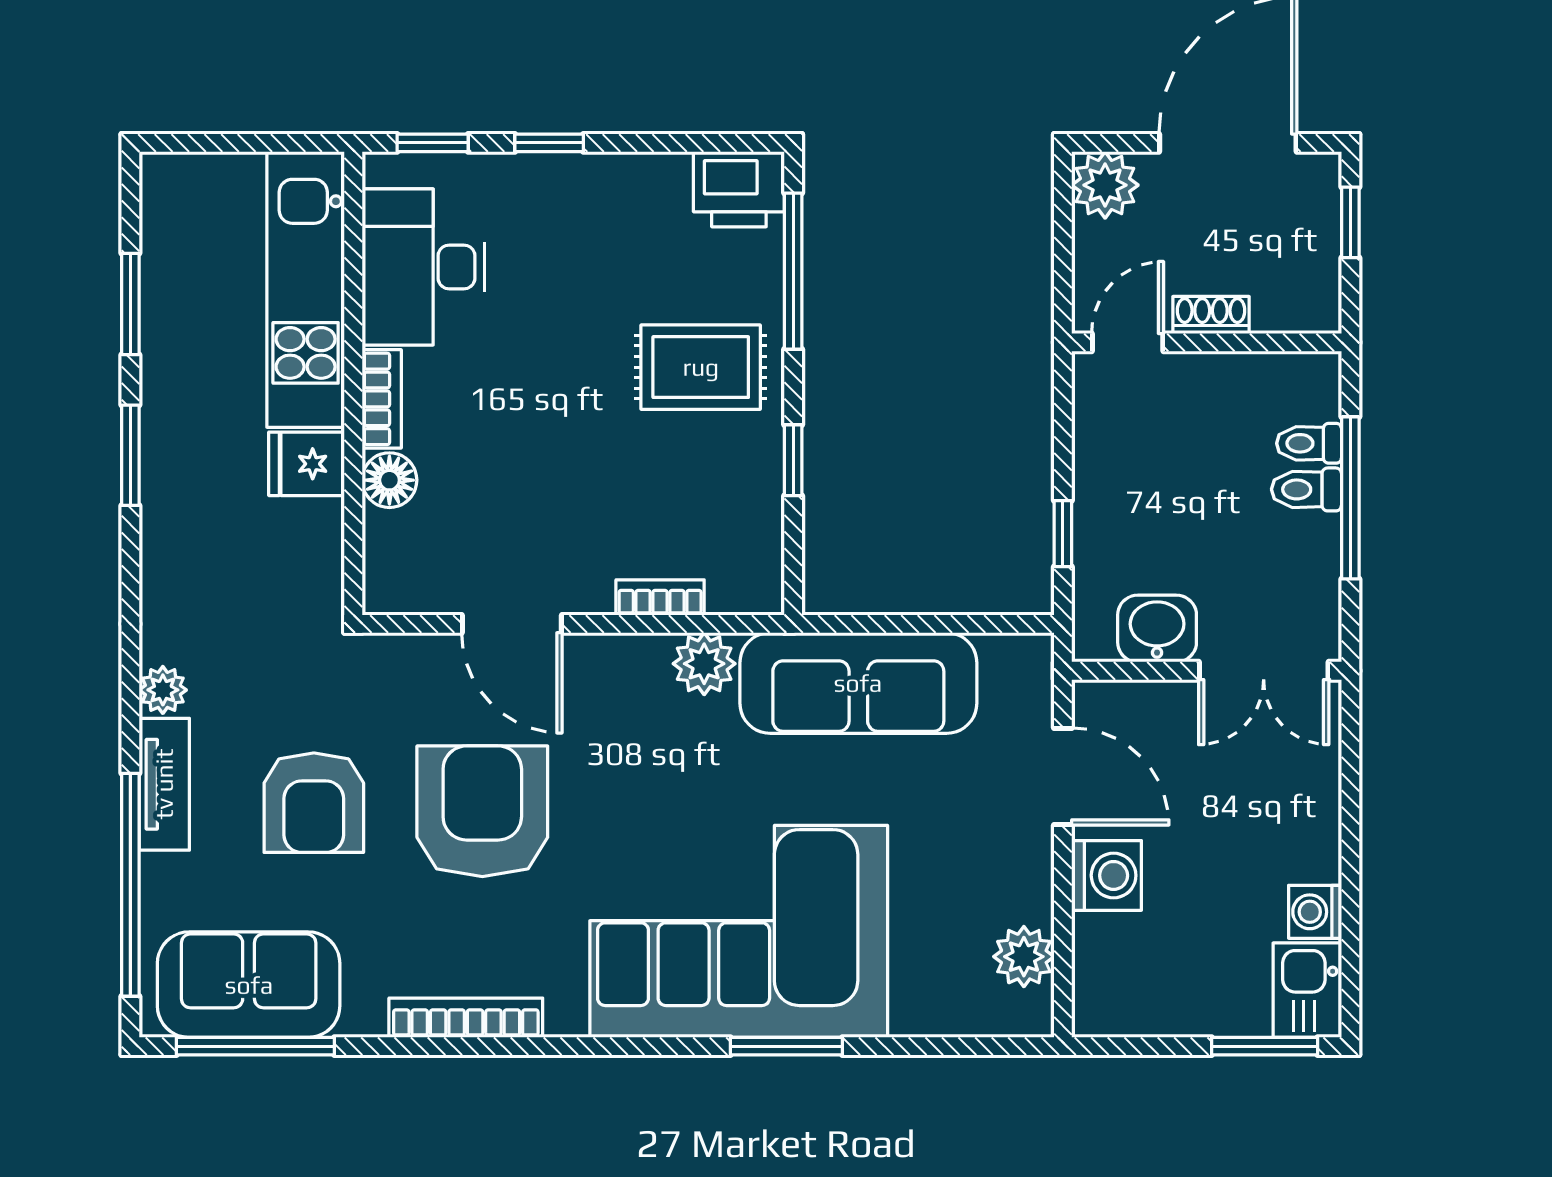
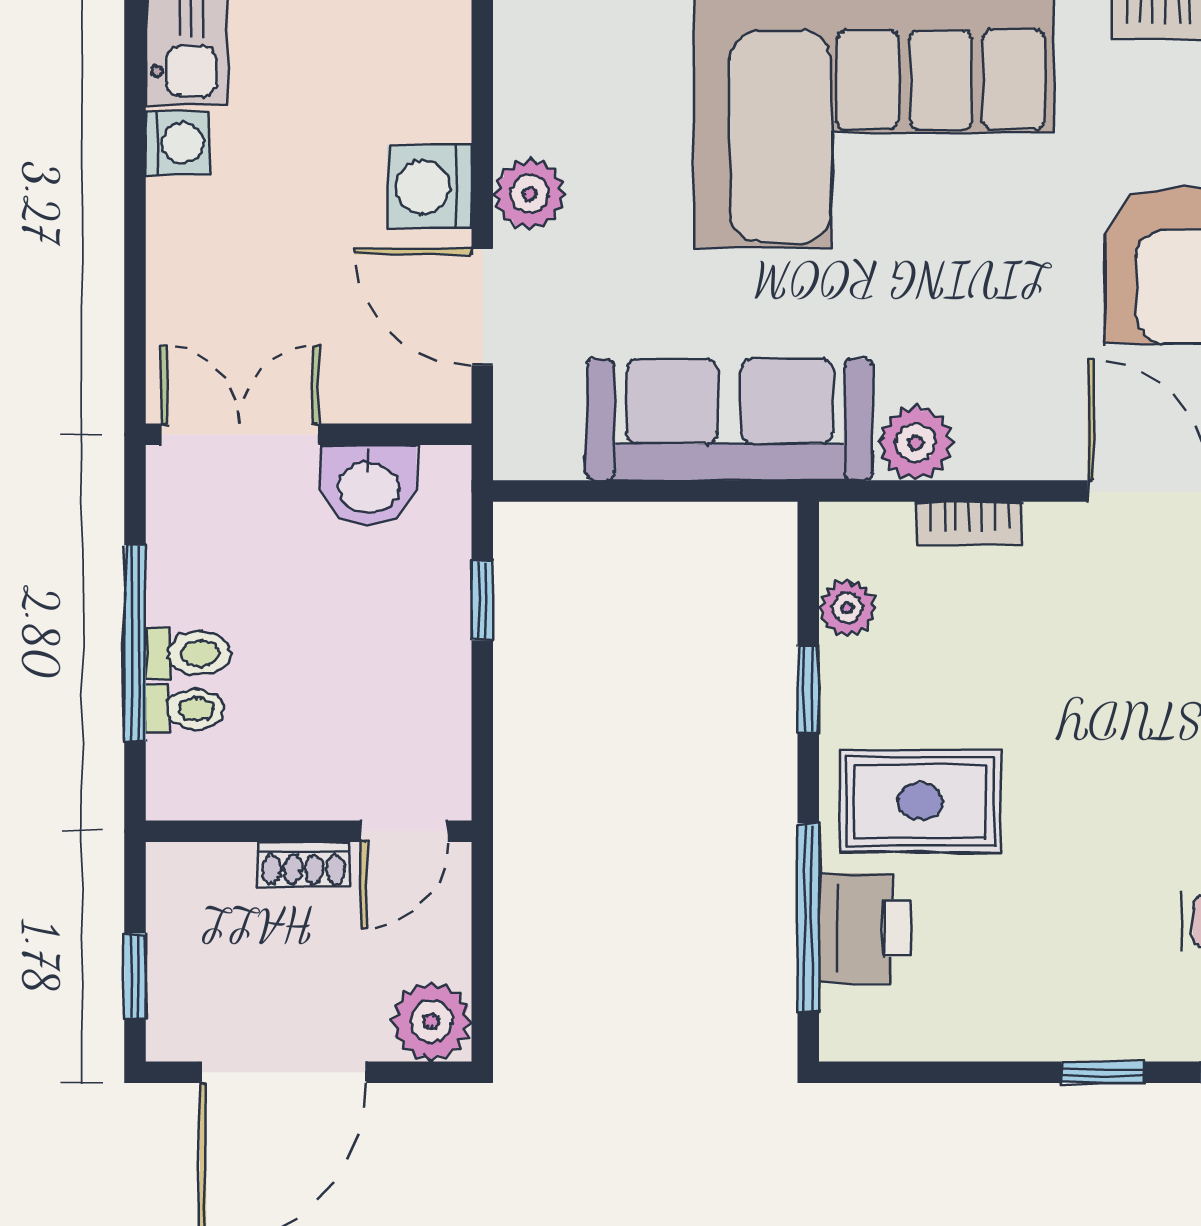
printer: (739, 189) -> (864, 928), moved, turned 90
plant: (761, 527) -> (847, 608), added
plant: (1024, 957) -> (530, 194), moved

